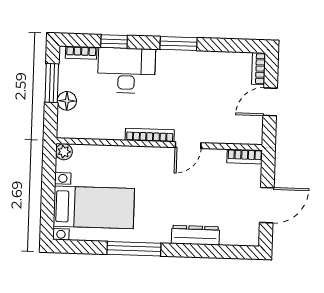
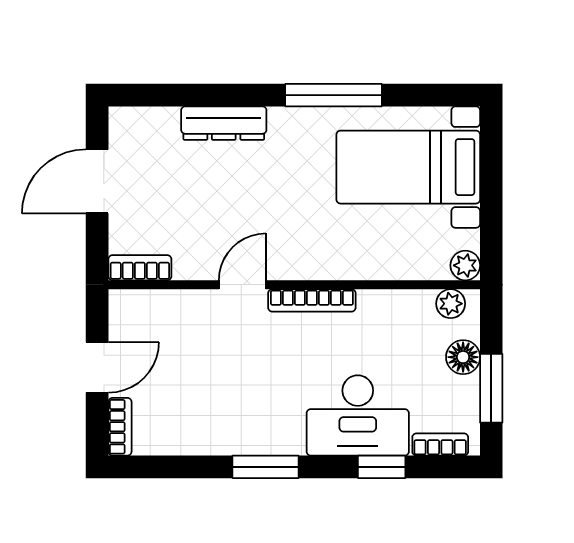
plant: (73, 131) -> (451, 304), added

